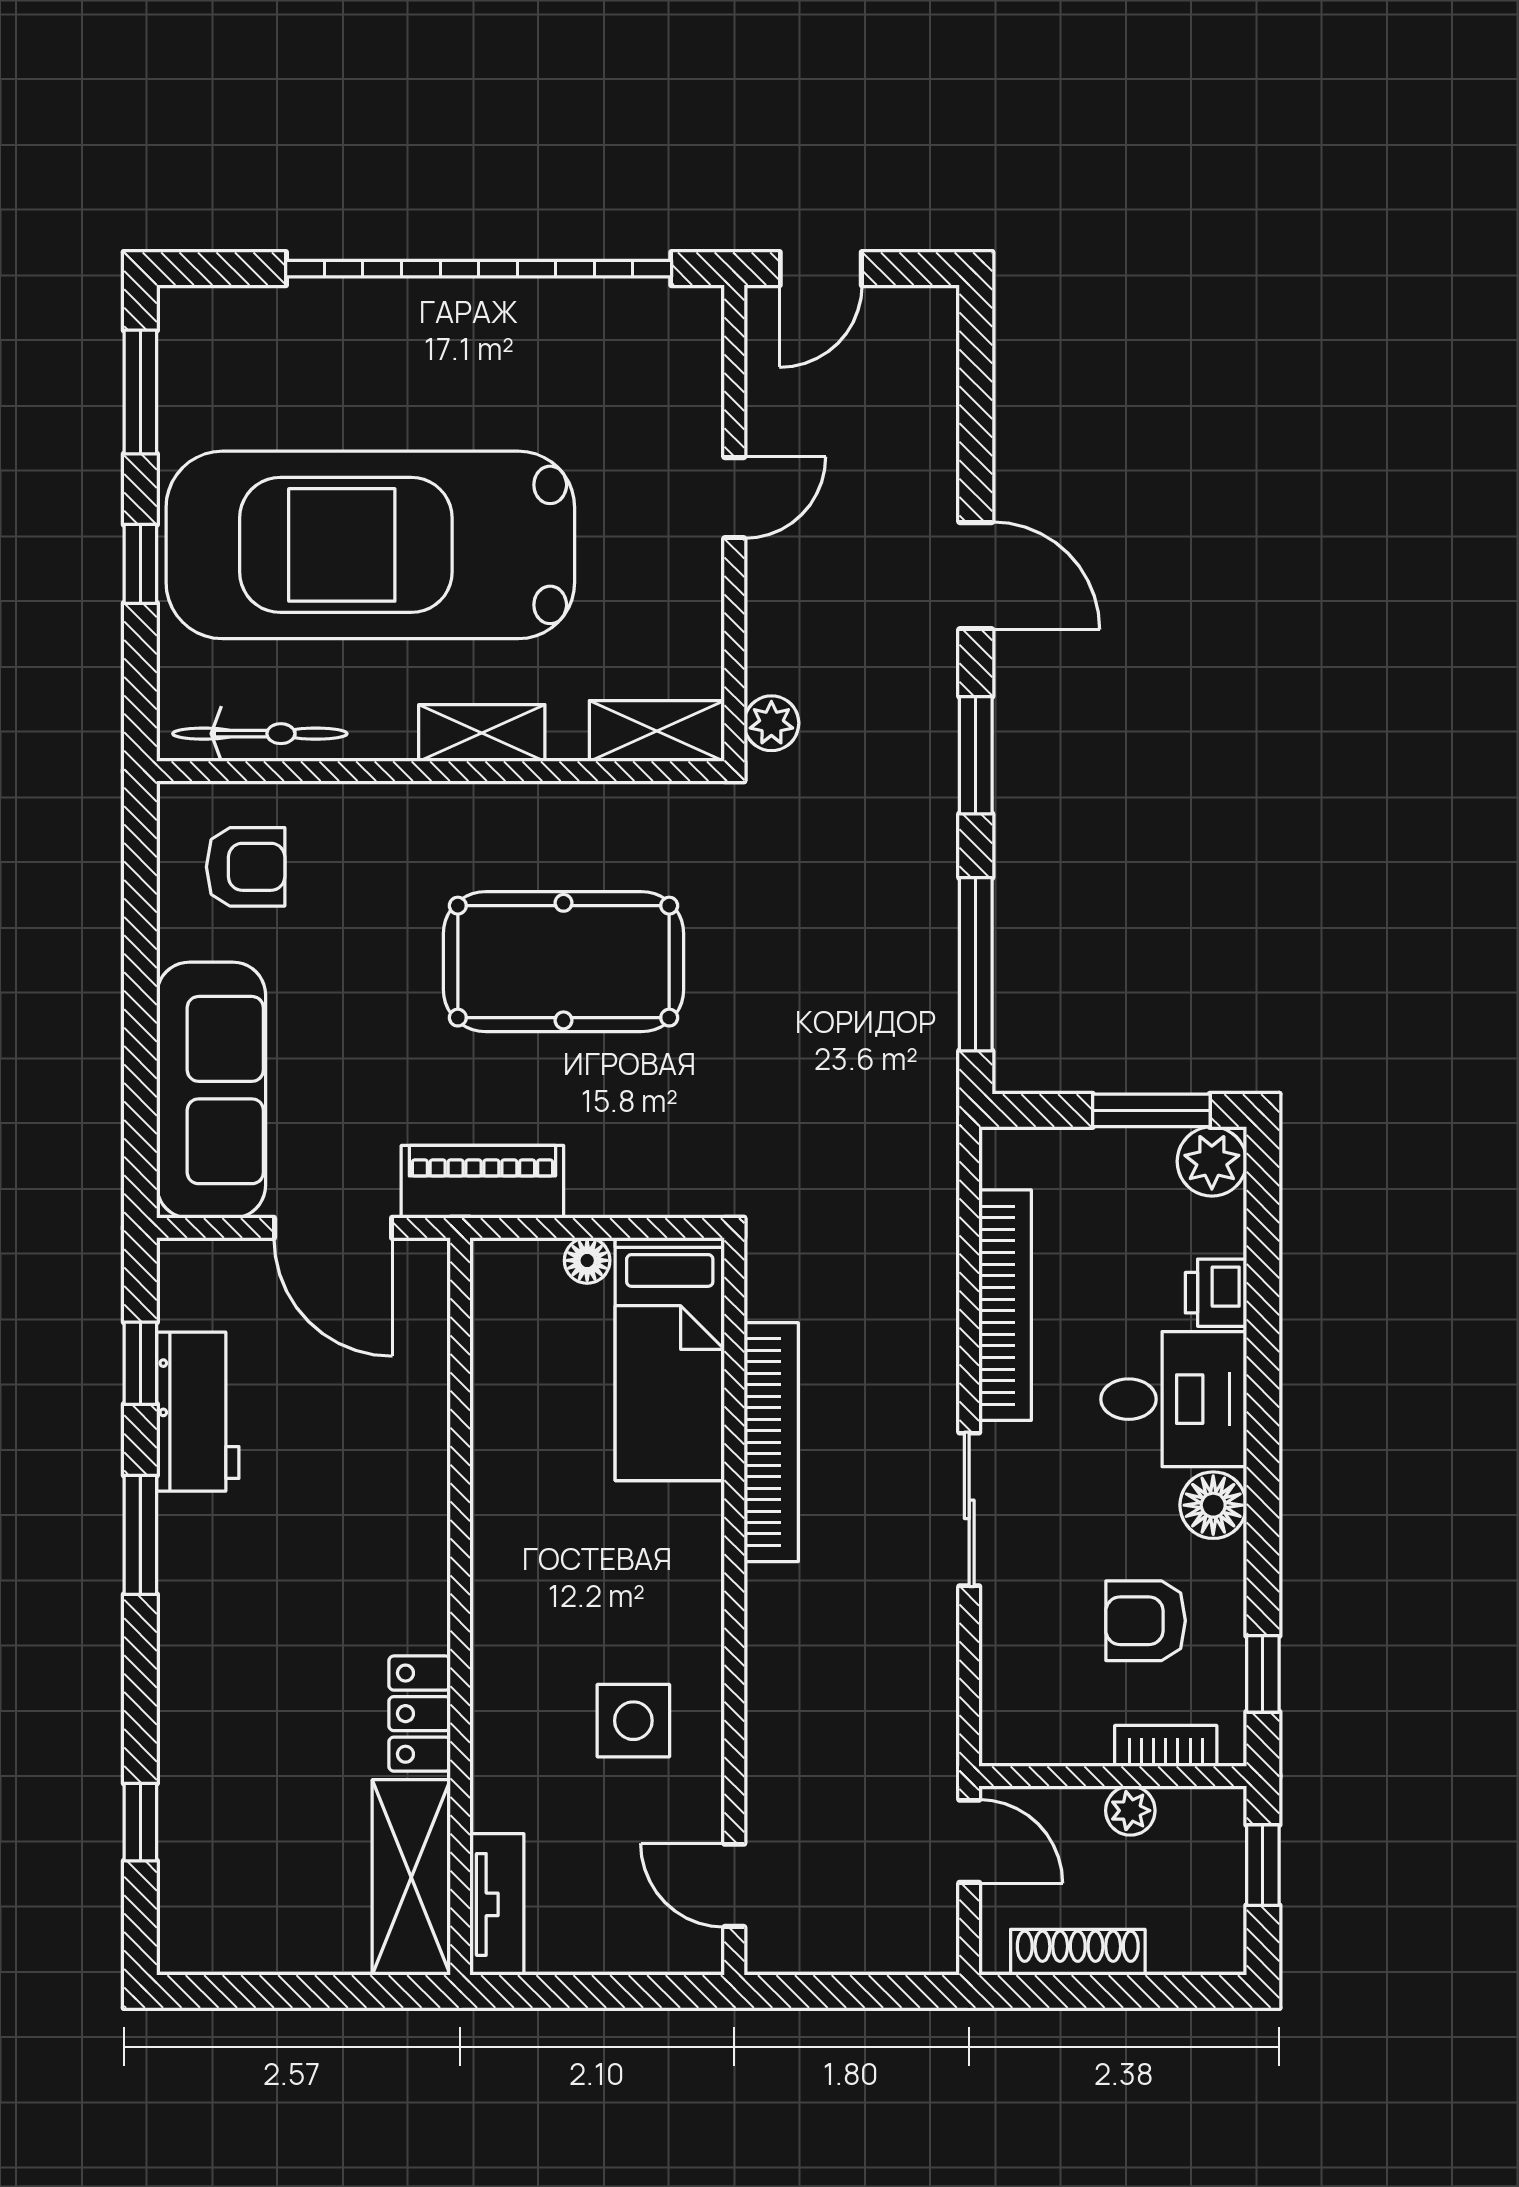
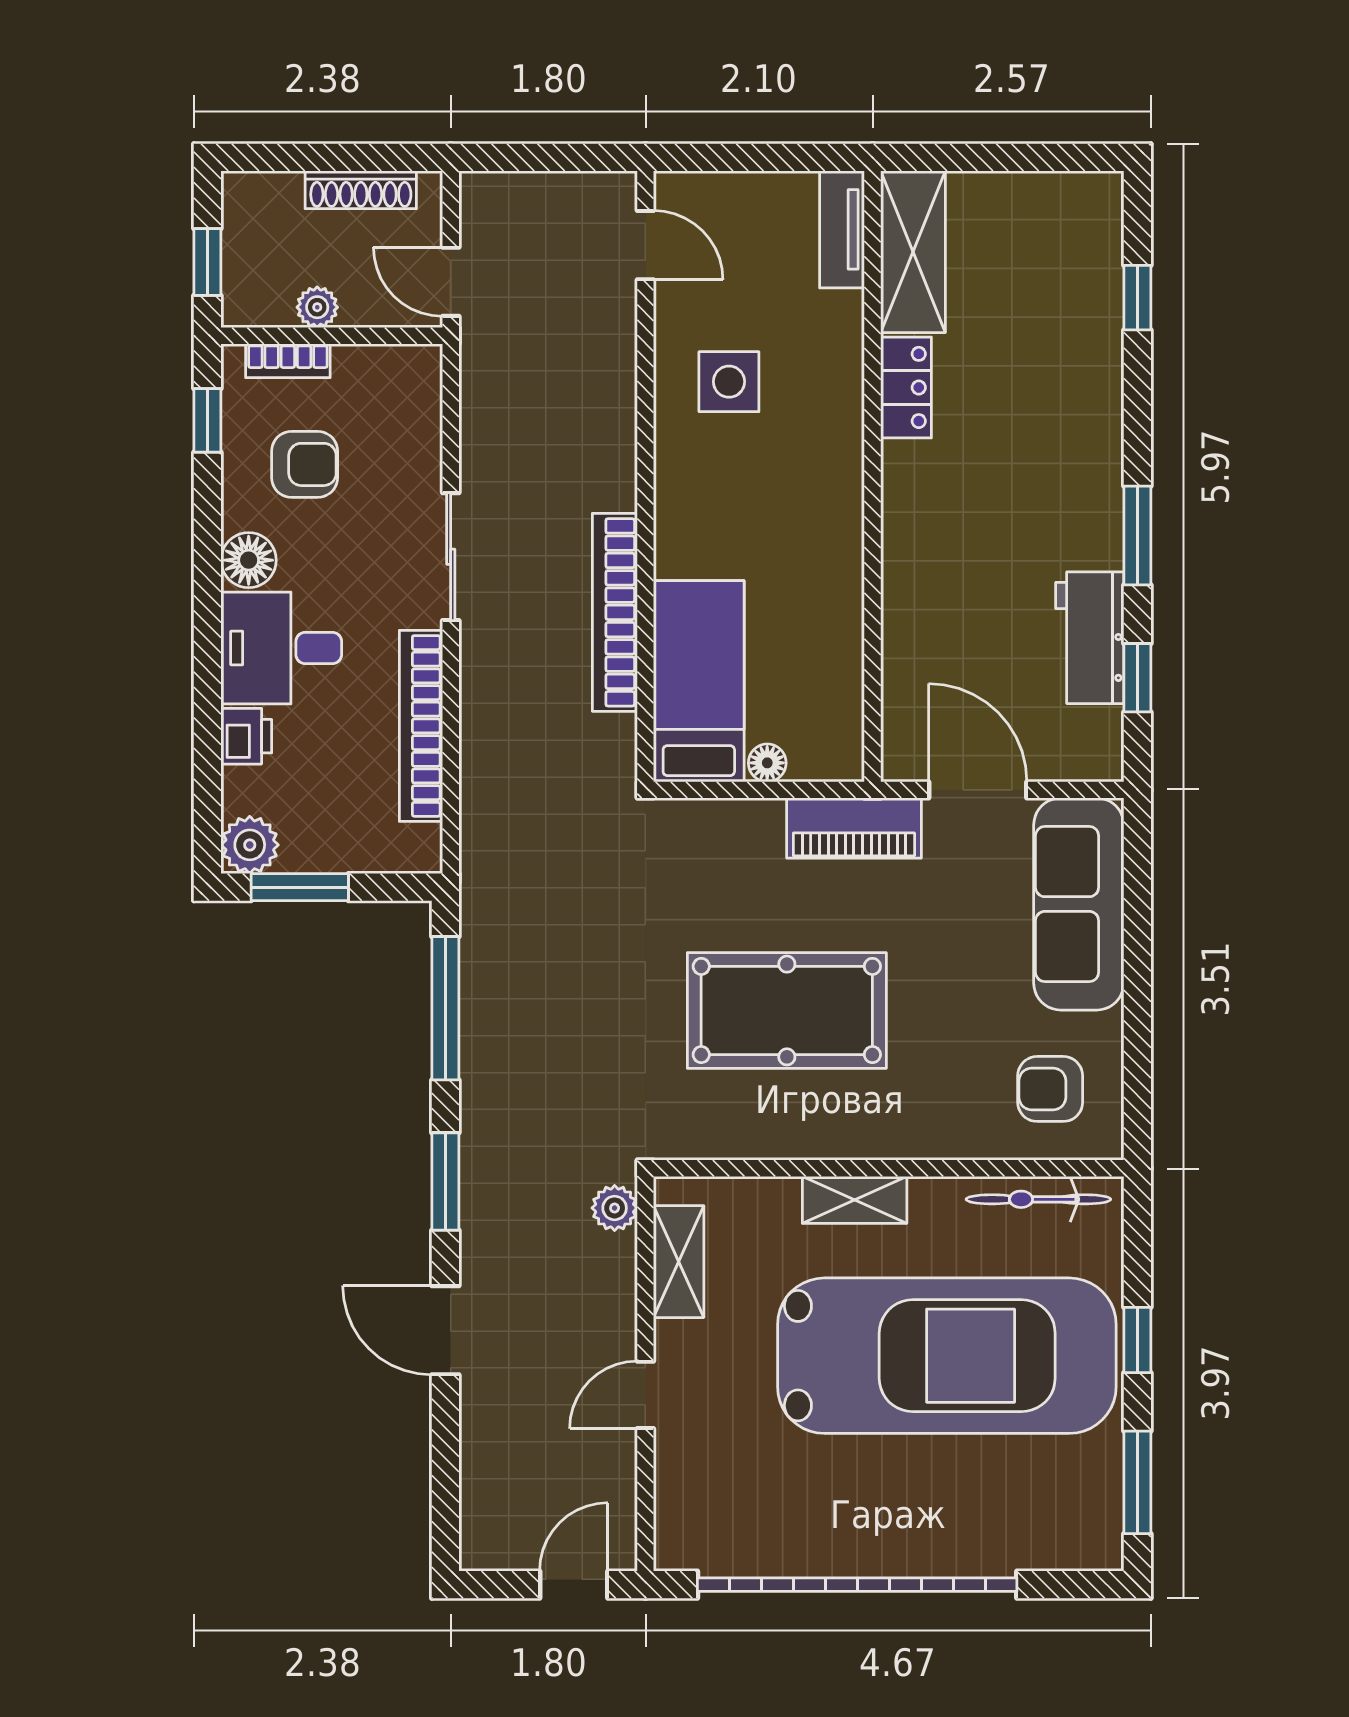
shelving: (657, 731) -> (679, 1262), moved, turned 90

